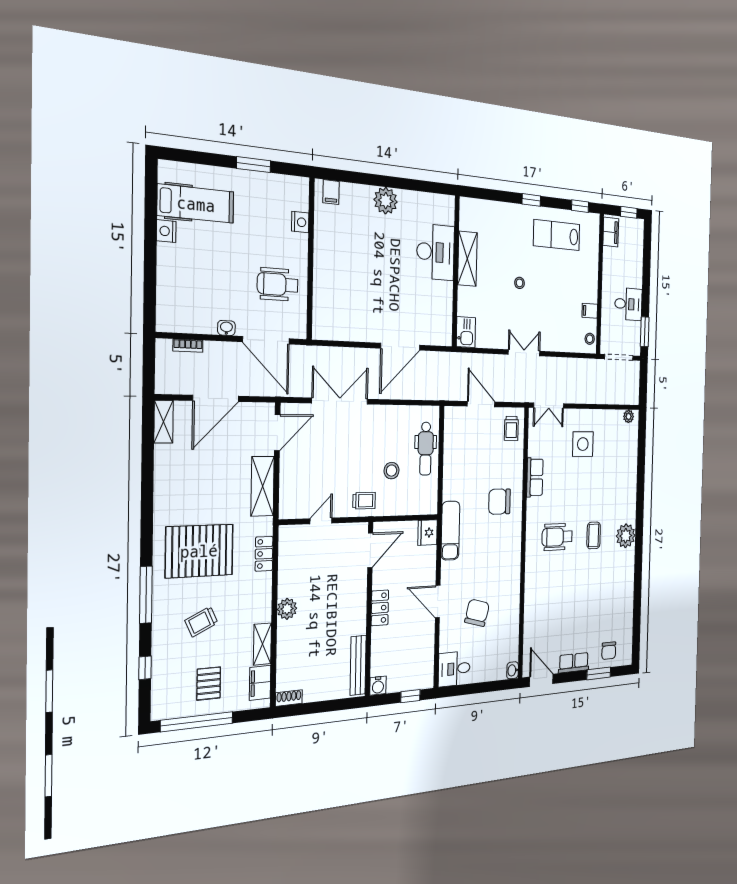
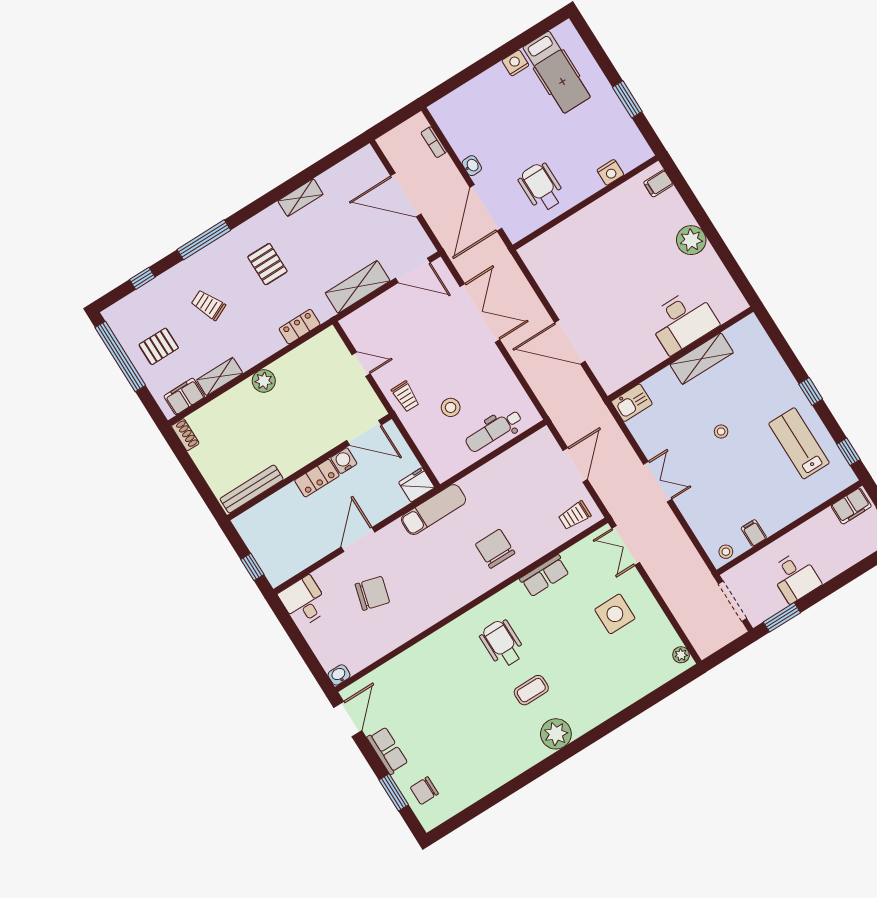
shelving: (164, 422) -> (300, 198), moved
pallet: (199, 551) -> (267, 264), width x0.49, depth x0.50
water cooler: (378, 686) -> (344, 461), moved, turned 90

